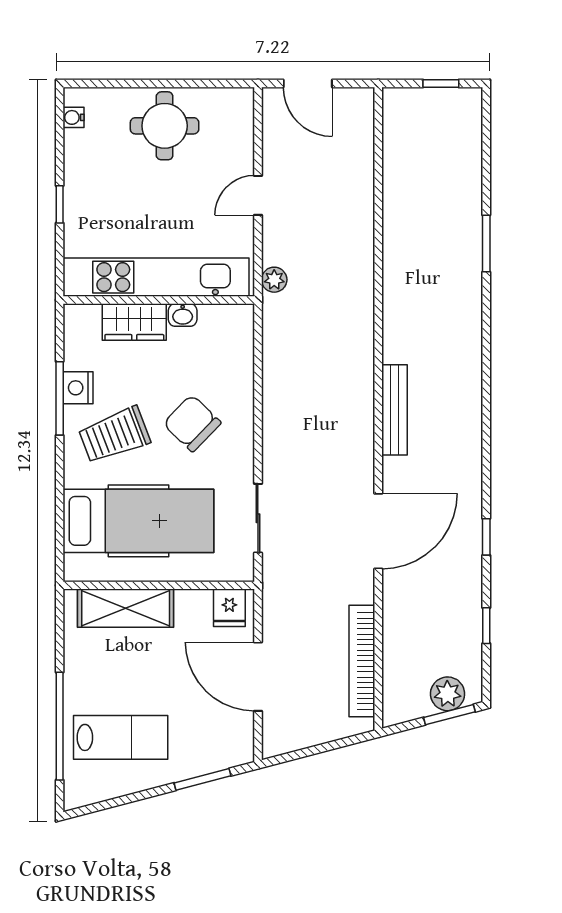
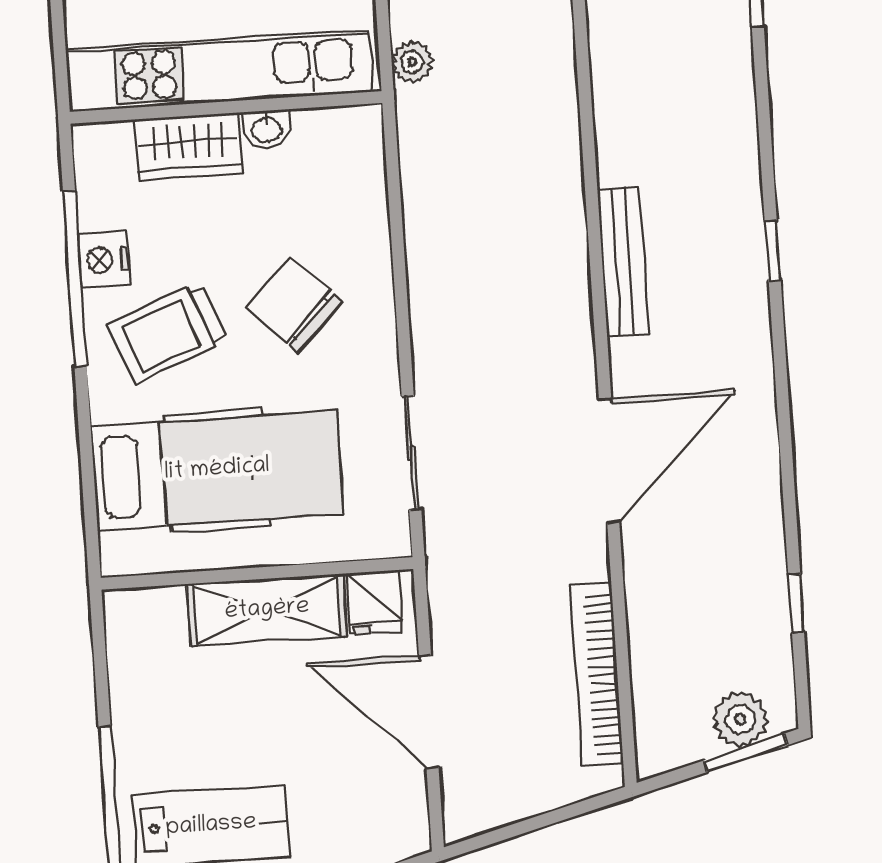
window: (60, 398) -> (75, 279), width x1.46
window: (486, 537) -> (773, 251), moved
shelving: (126, 608) -> (267, 610), moved

